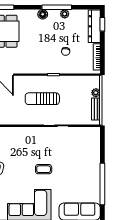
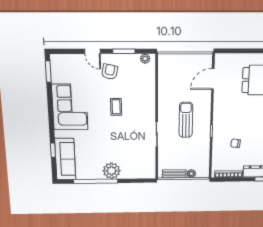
coffee table: (44, 169) -> (116, 107), moved
plant: (92, 169) -> (112, 171), added

